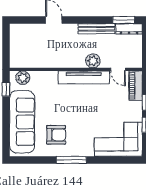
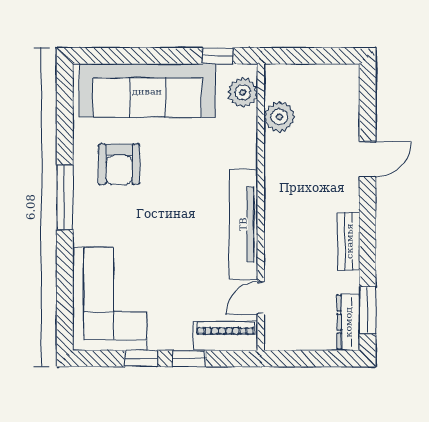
bench: (96, 29) -> (349, 241), width x0.73
plant: (93, 61) -> (279, 117), moved

